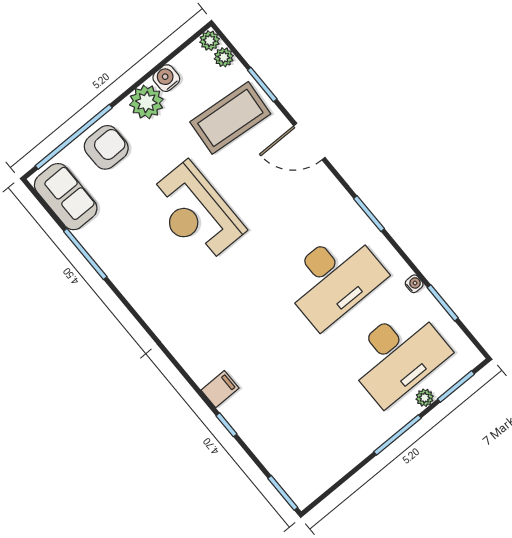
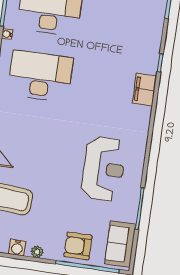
plant: (146, 102) -> (37, 252), width x0.53, depth x0.53
reception desk: (195, 213) -> (104, 169), moved
filing cabinet: (220, 389) -> (144, 90), width x2.00

